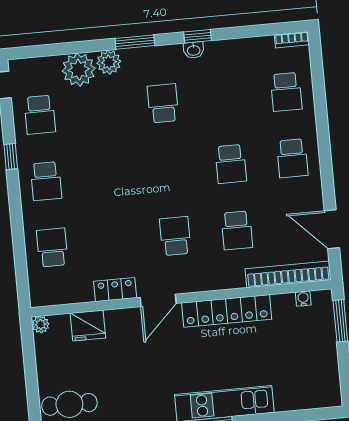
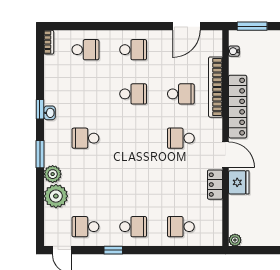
school desk: (40, 115) -> (85, 227), turned 180
bookcase: (288, 274) -> (216, 87), moved
fridge: (88, 326) -> (239, 182), moved

